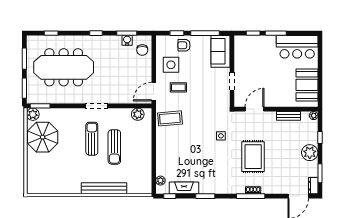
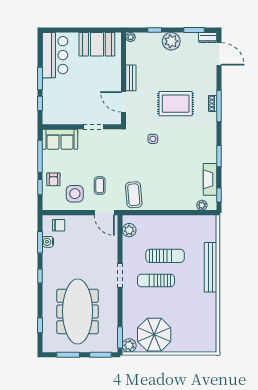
bench: (288, 116) -> (131, 78), moved

